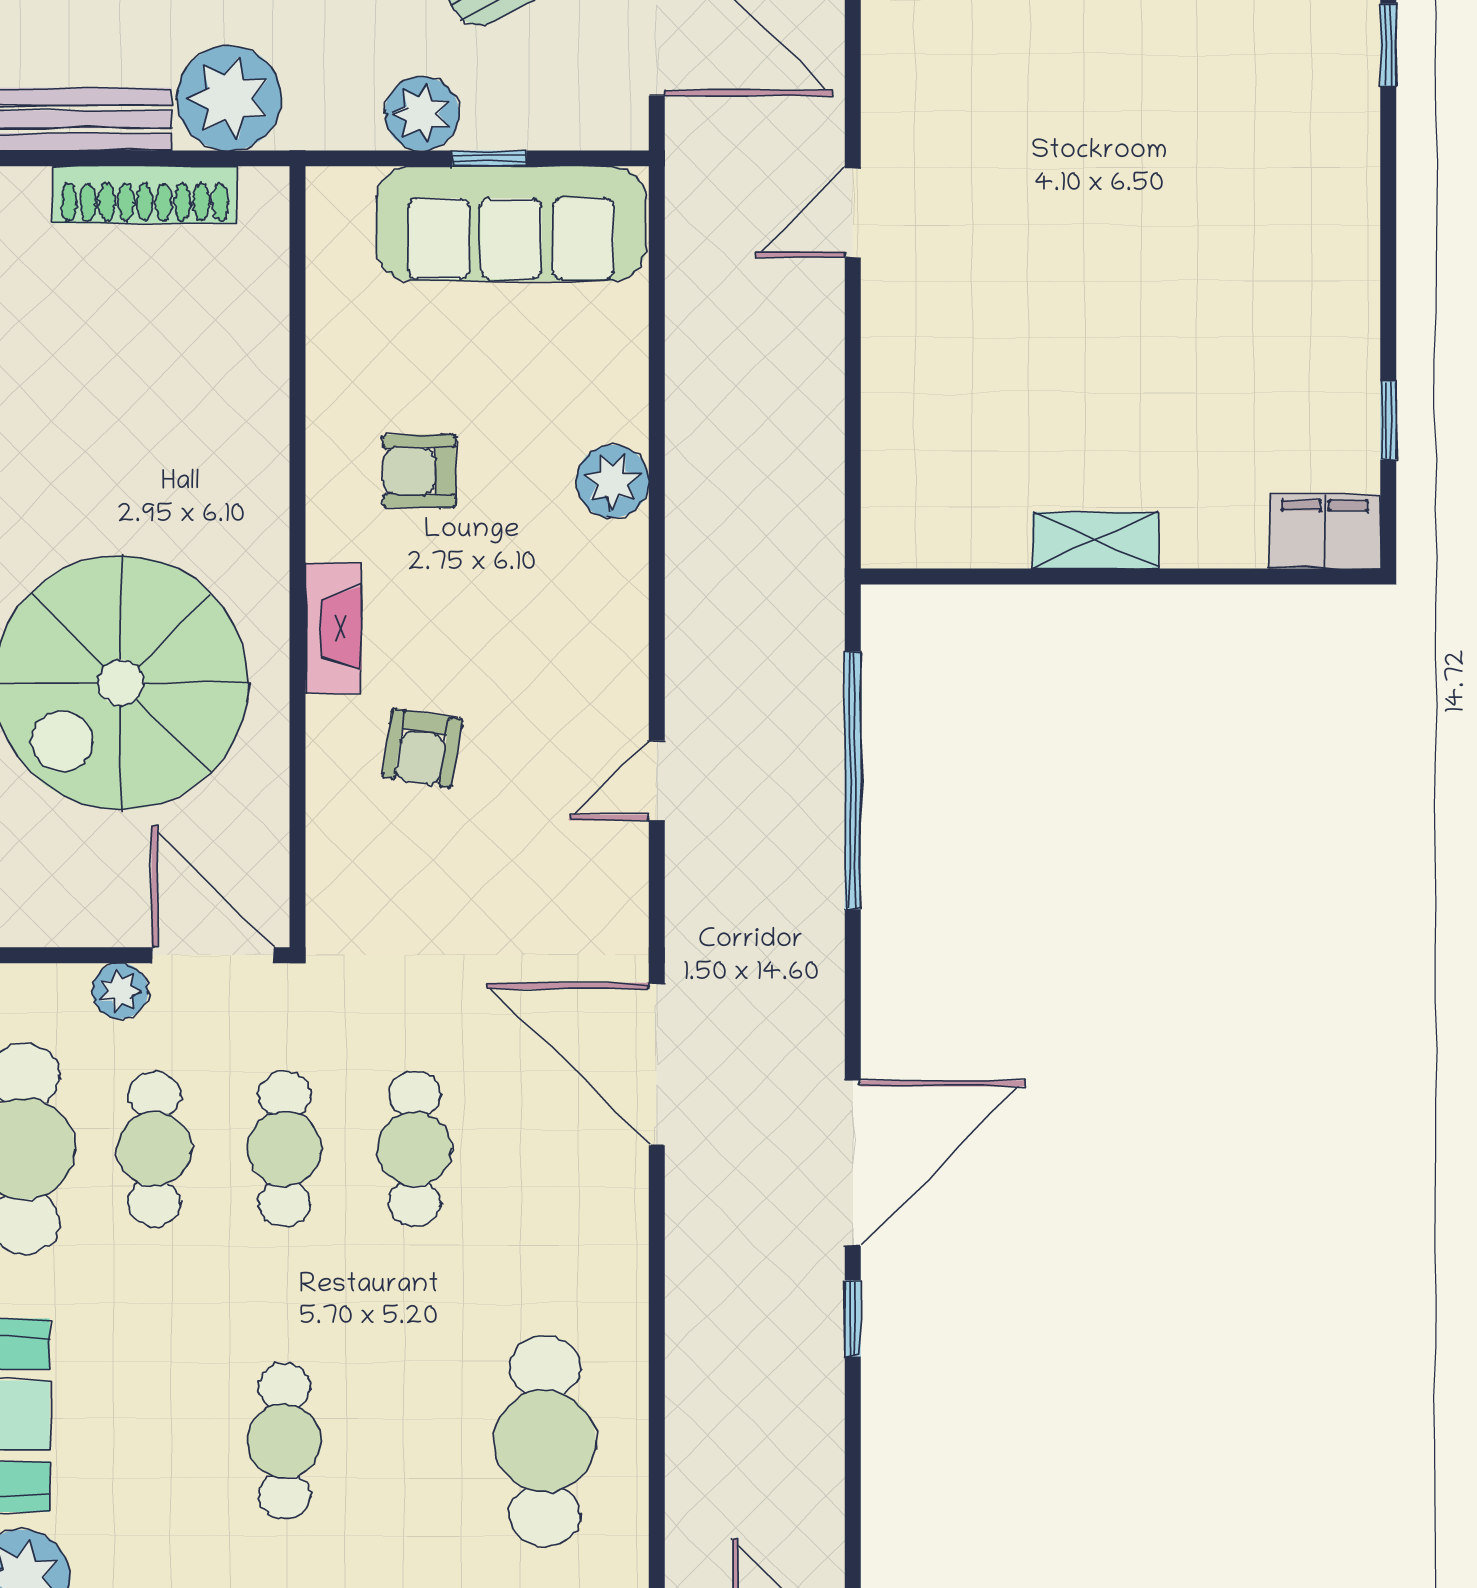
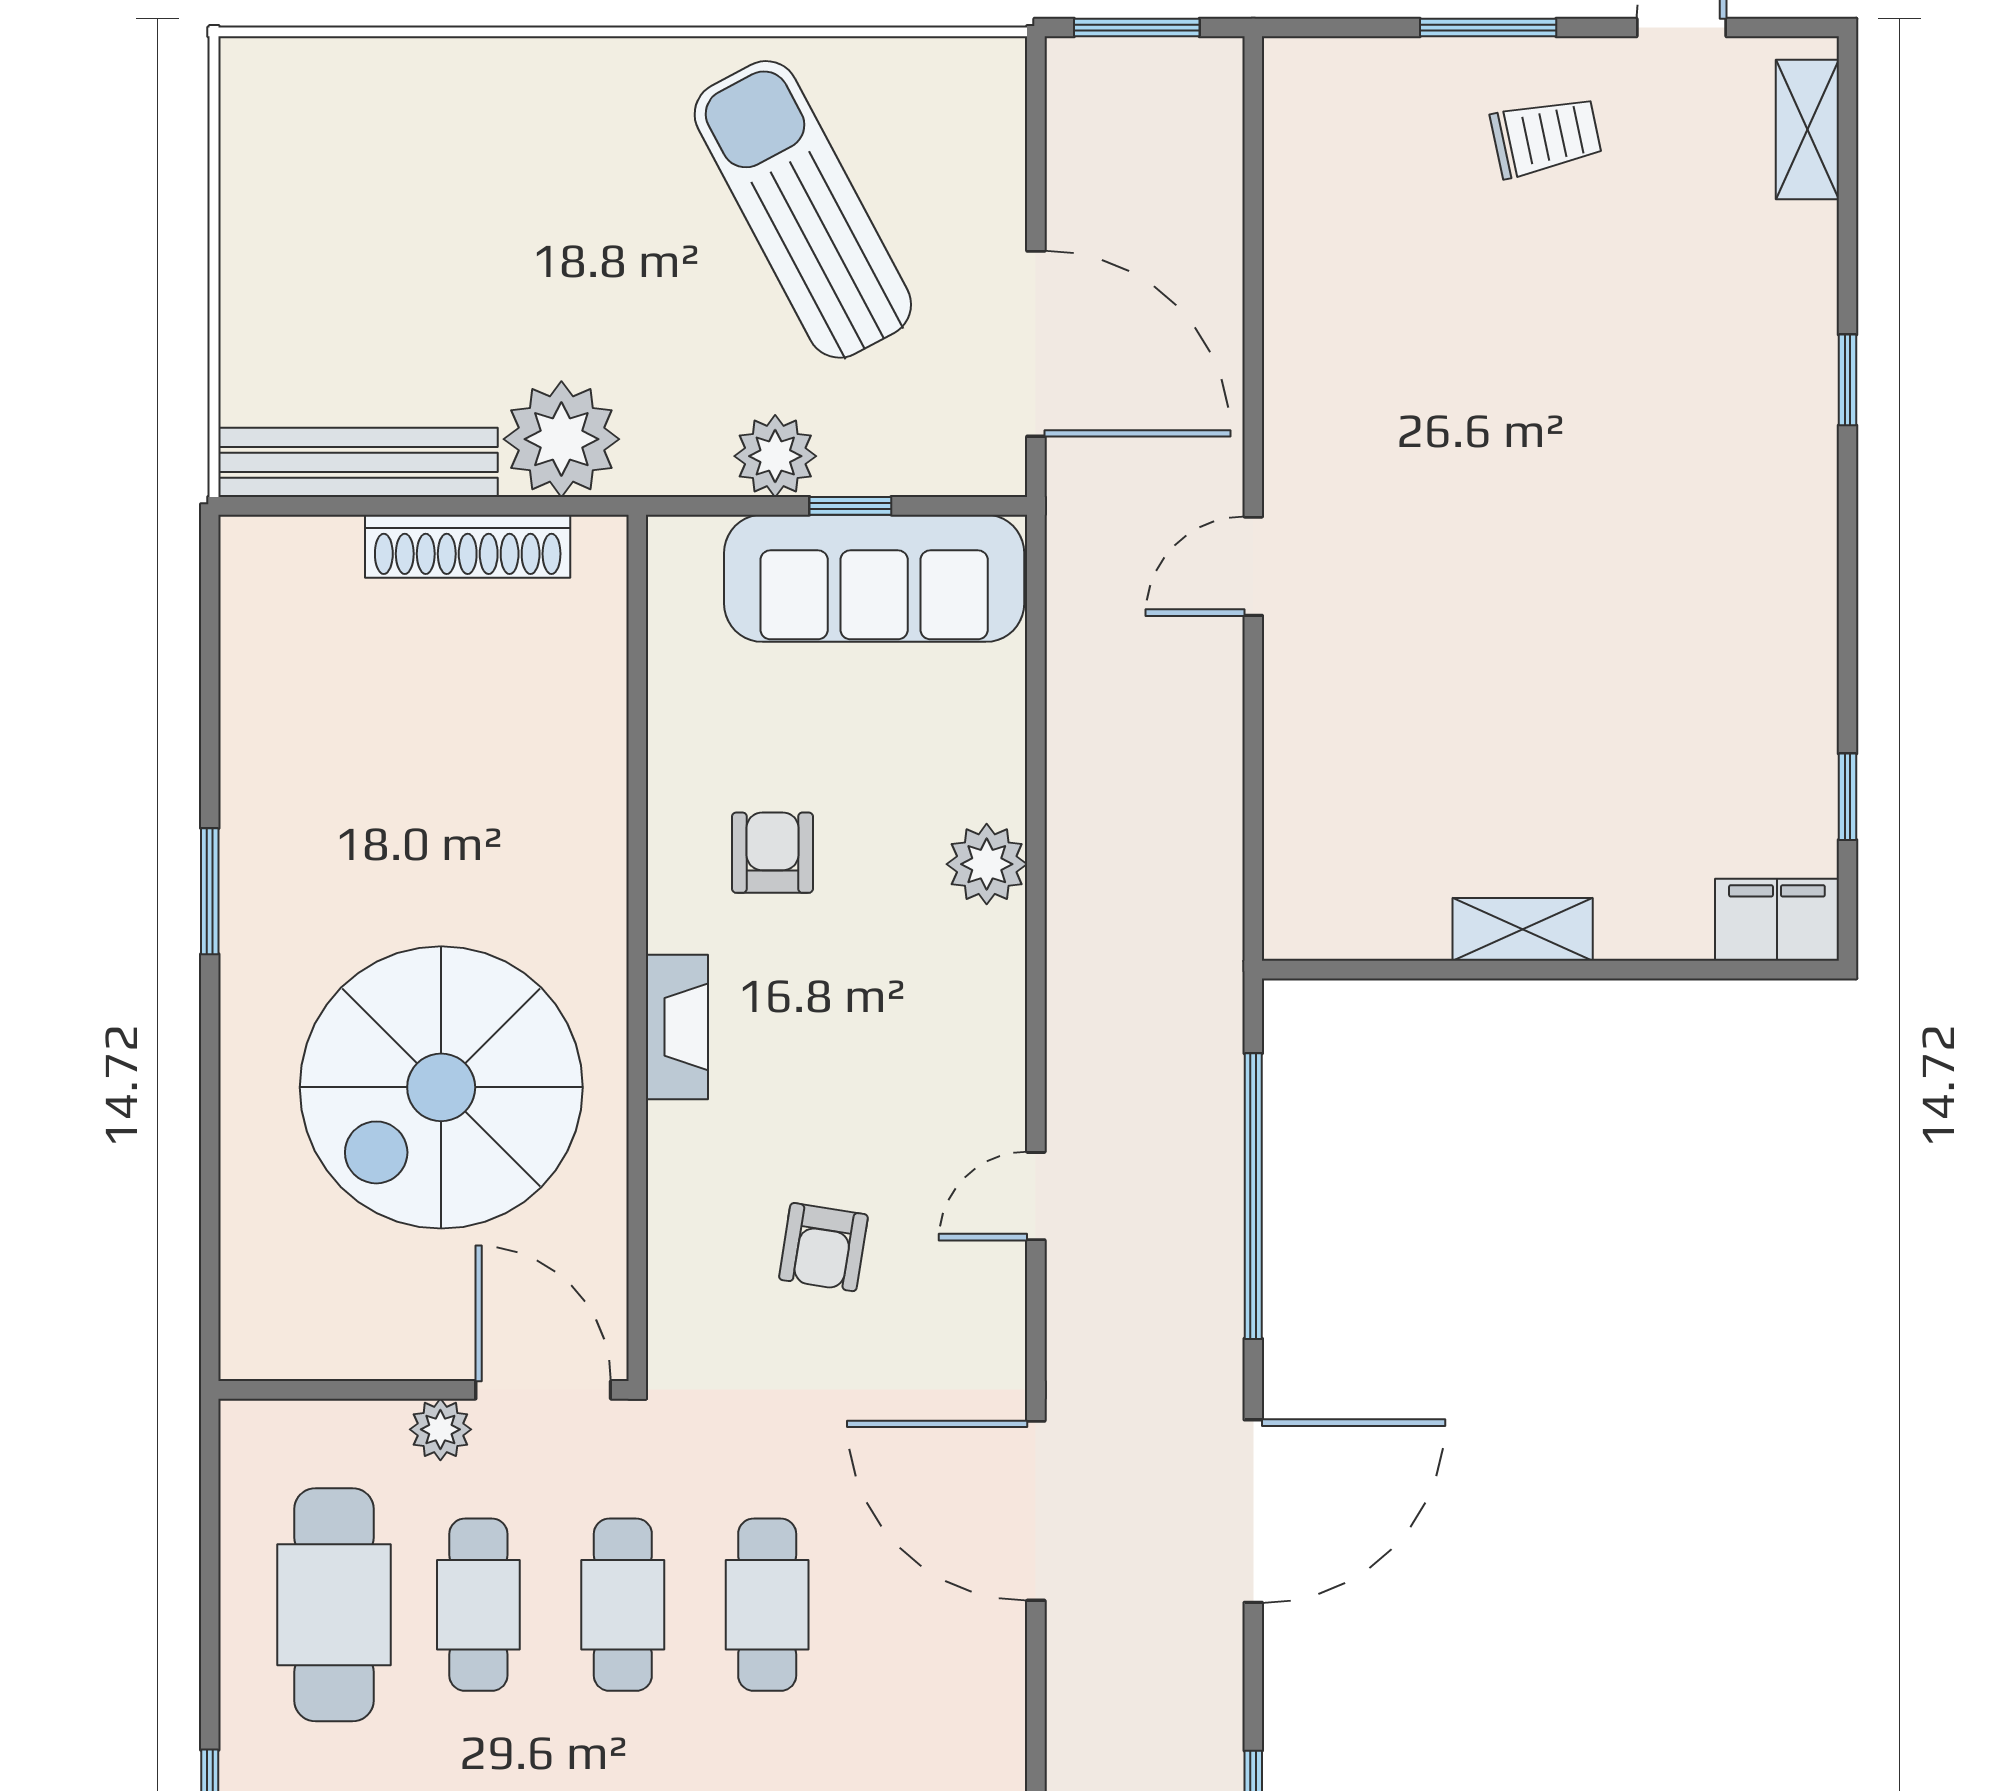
armchair: (419, 471) -> (772, 853), turned 90
armchair: (422, 748) -> (823, 1247), moved
door: (853, 1163) -> (1253, 1511), moved

